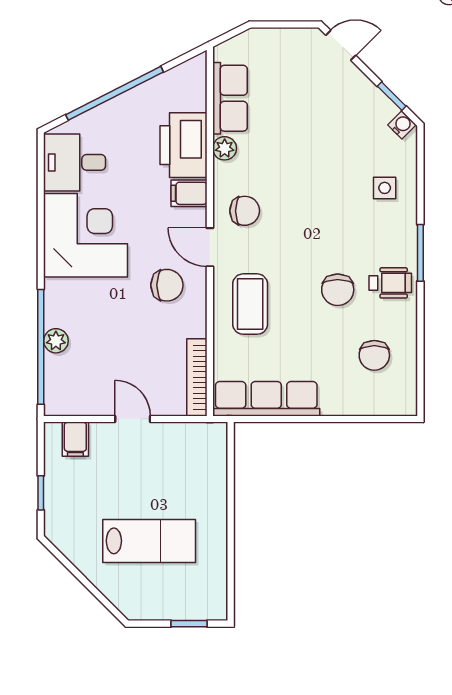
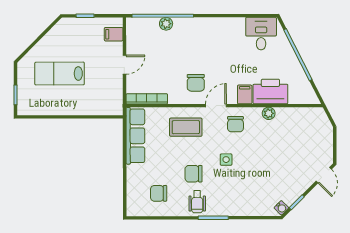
row of seats: (230, 98) -> (295, 116), removed
side table: (385, 188) -> (226, 160), moved
corner desk: (86, 235) -> (222, 39), removed
lab bench: (149, 541) -> (60, 74), turned 90

